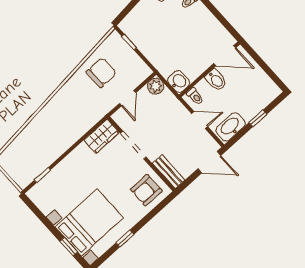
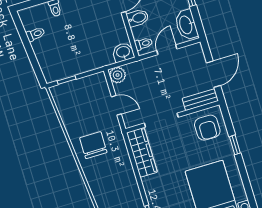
chair: (101, 73) -> (93, 145), moved
wardrobe: (102, 136) -> (142, 152), width x1.50
door: (209, 162) -> (214, 74), moved
window: (125, 239) -> (235, 145), moved

